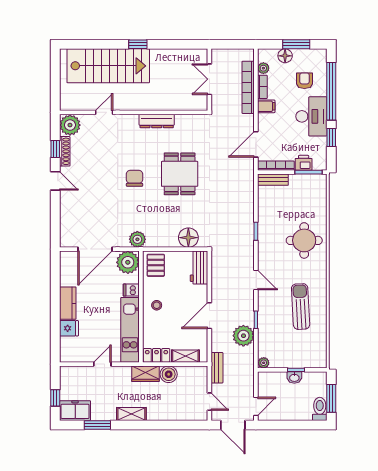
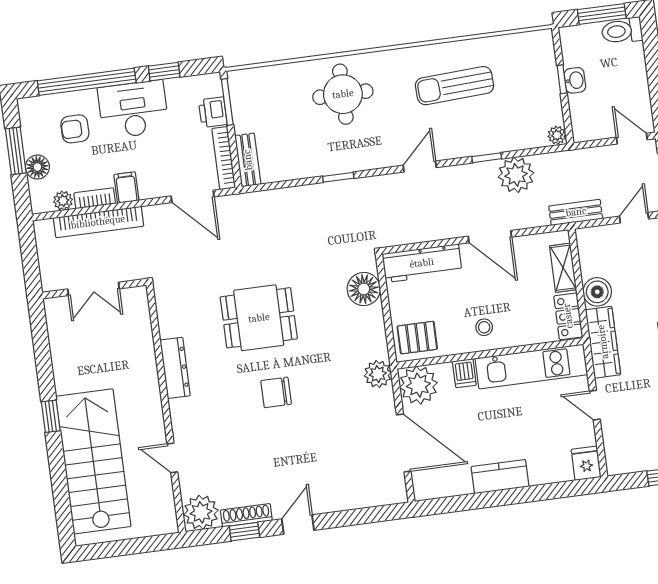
workbench: (199, 268) -> (422, 263), width x1.38
fridge: (69, 328) -> (586, 463), moved
wardrobe: (145, 374) -> (603, 342), width x1.50

